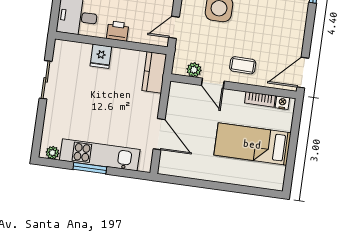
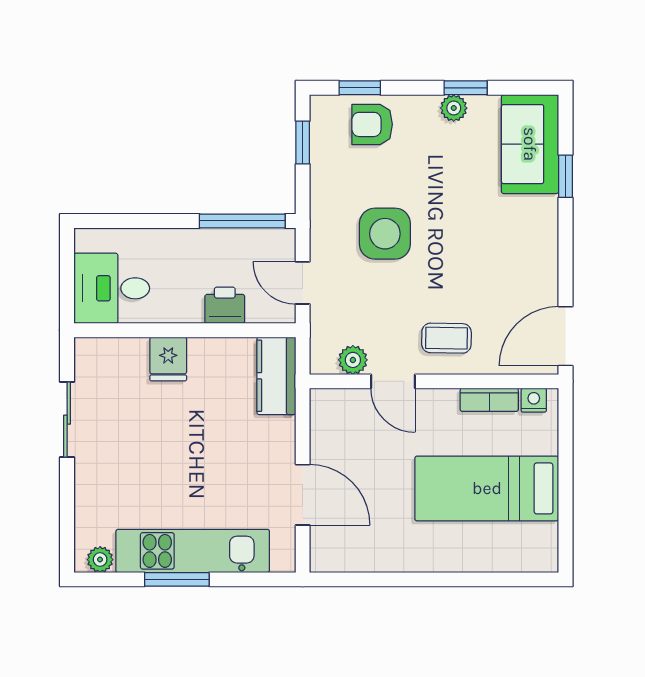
door: (174, 27) -> (303, 283), hinge flipped
printer: (118, 31) -> (225, 305), moved

